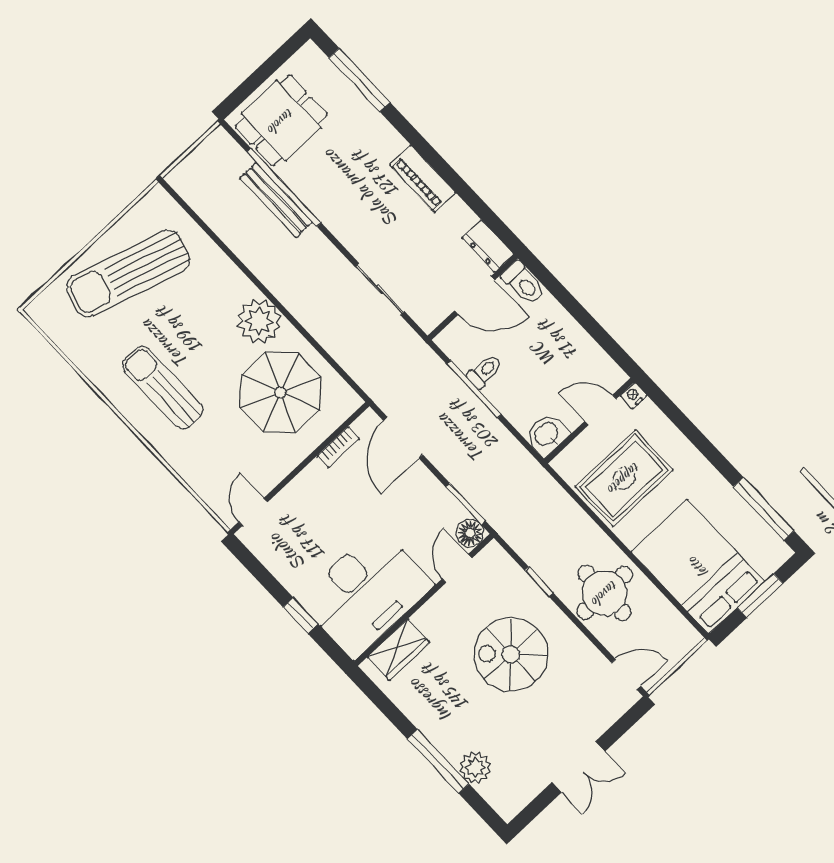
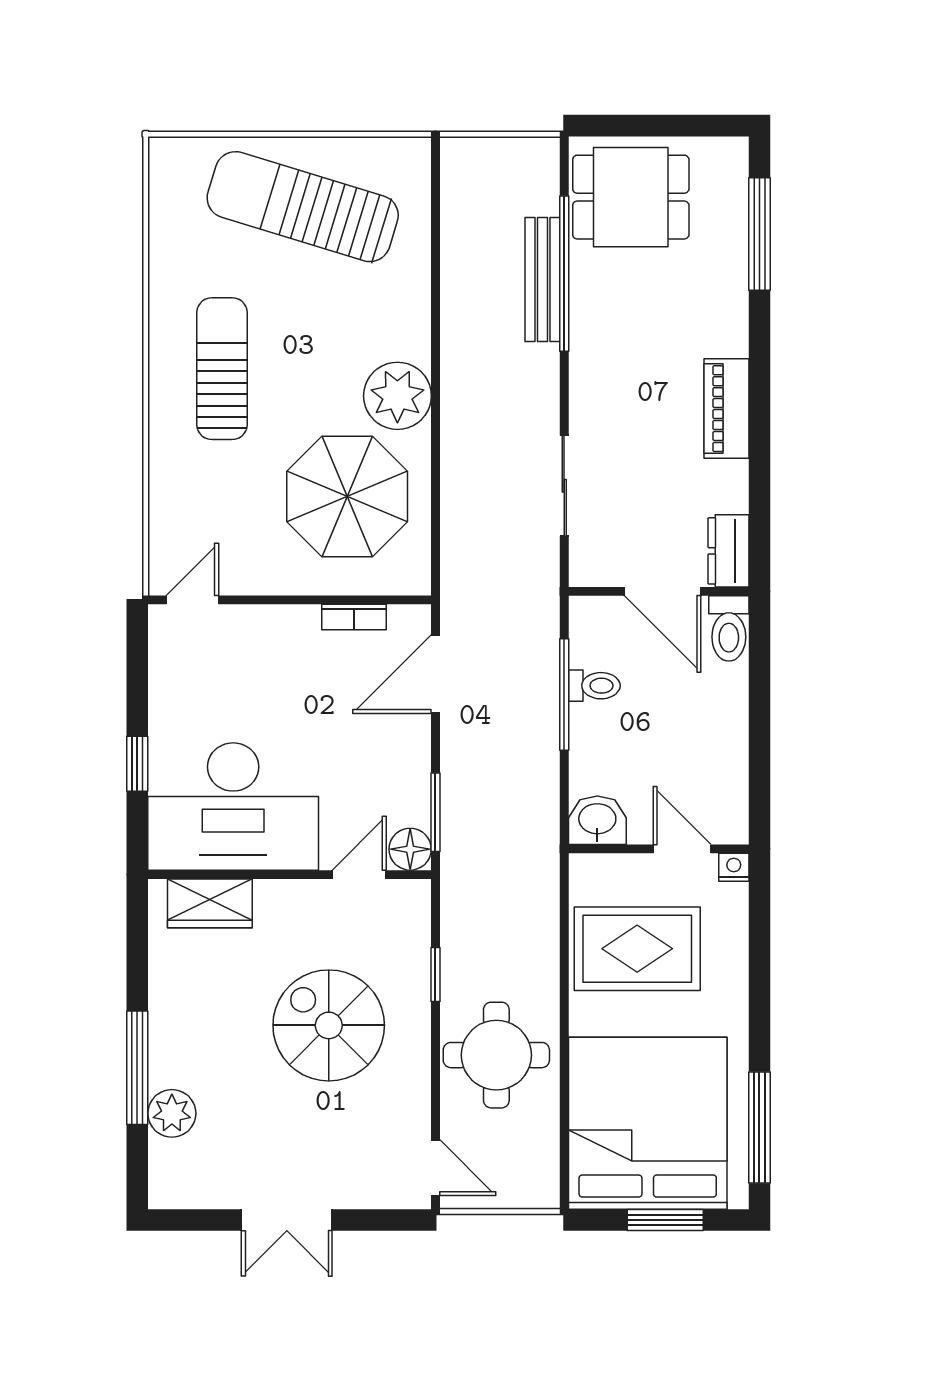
bed: (698, 567) -> (648, 1123), width x1.36

